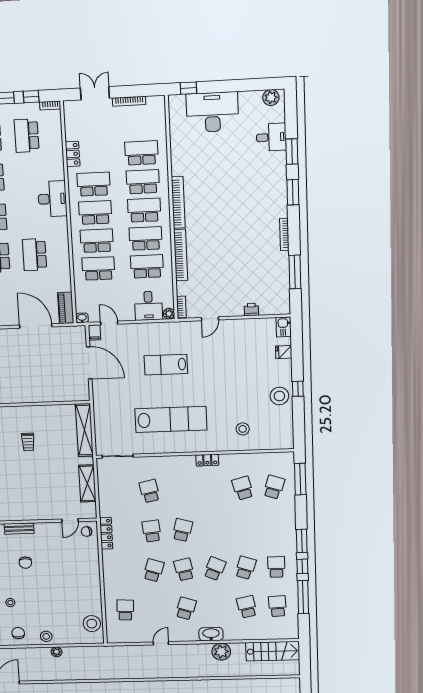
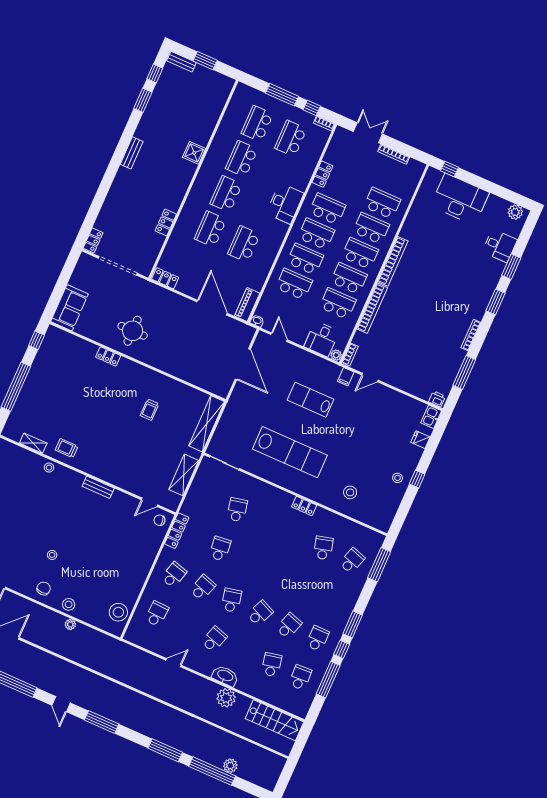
printer: (251, 310) -> (437, 399), moved
filing cabinet: (94, 333) -> (346, 377), moved
stool: (279, 396) -> (397, 478), width x0.53, depth x0.53
school desk: (182, 530) -> (174, 575), moved
chair: (25, 563) -> (87, 523), removed

